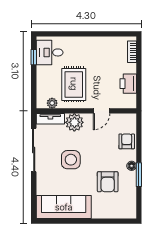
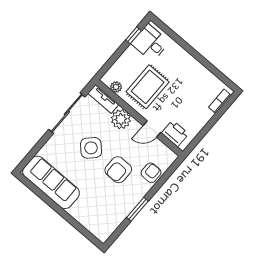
printer: (128, 84) -> (175, 133), moved, turned 90
side table: (71, 160) -> (91, 148), turned 45
floor lamp: (132, 166) -> (138, 197), removed
armchair: (108, 182) -> (118, 170), moved

